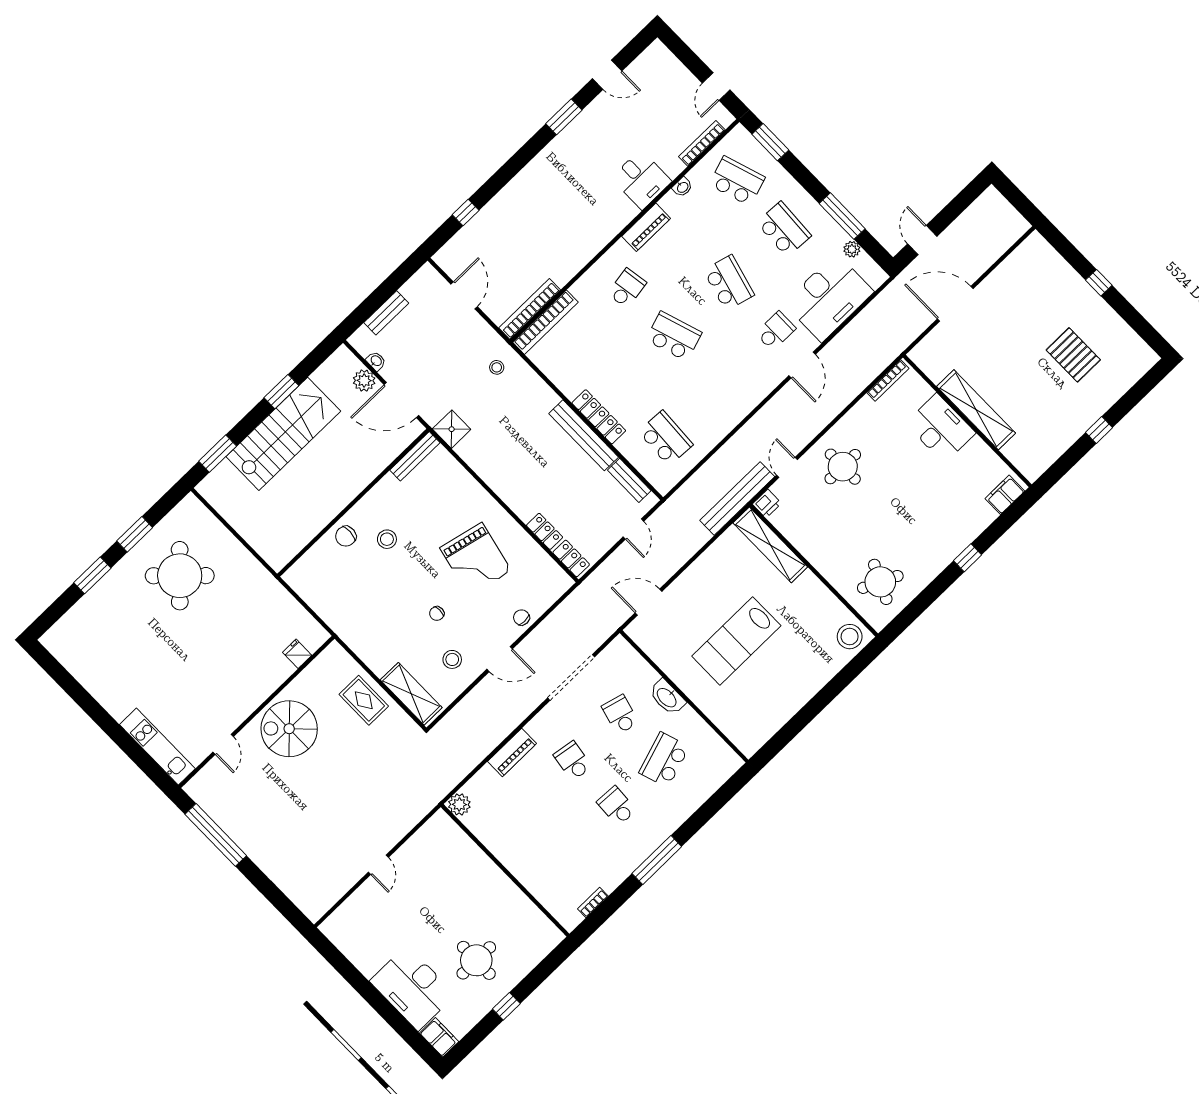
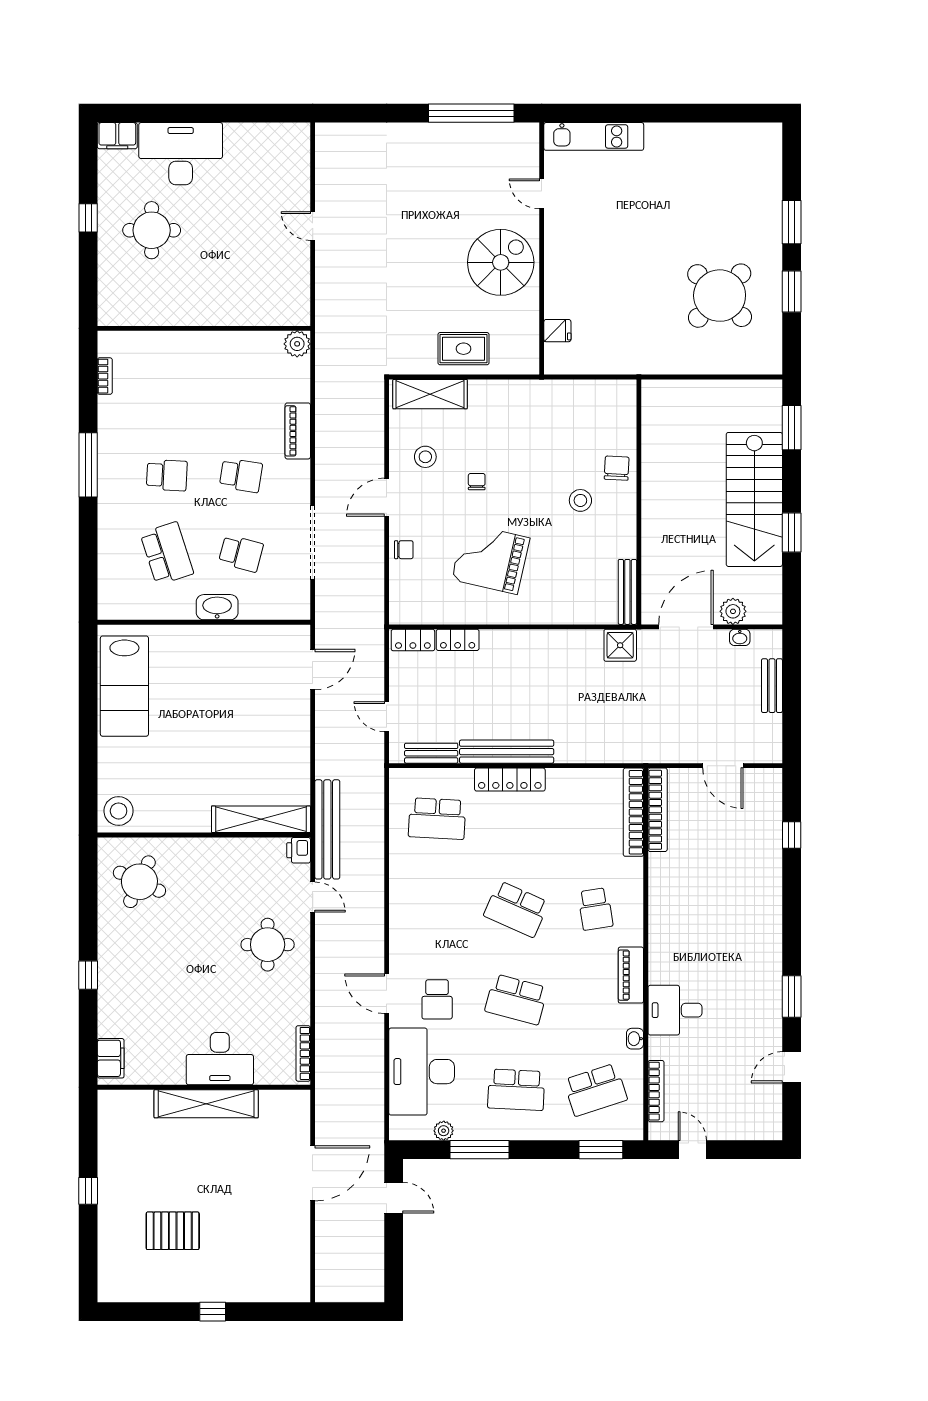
school desk: (674, 336) -> (516, 909), turned 42
stool: (497, 367) -> (635, 734), removed
lab bench: (736, 641) -> (124, 686), moved, turned 180

